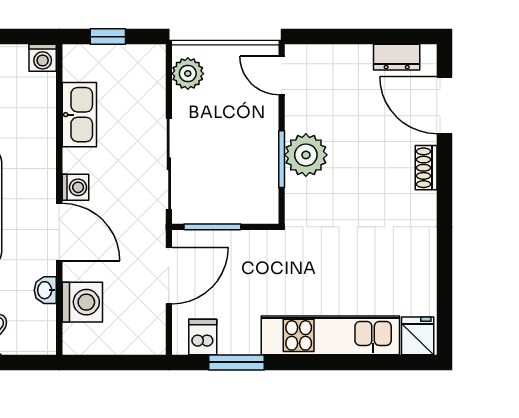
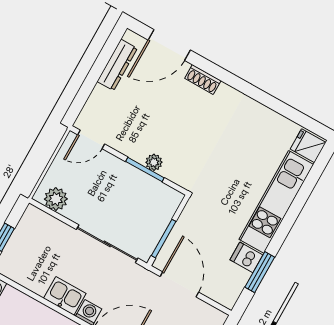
dresser: (397, 57) -> (117, 65), width x1.44
kitchen sink: (79, 115) -> (65, 296), moved, width x0.73
plant: (306, 155) -> (154, 162), width x0.53, depth x0.53
dishwasher: (203, 337) -> (246, 257), moved

